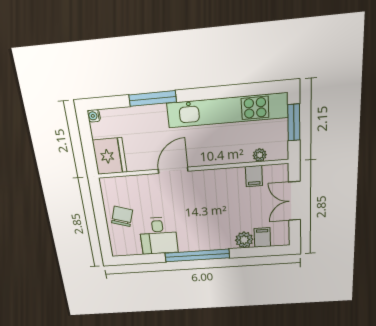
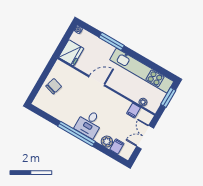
desk: (158, 236) -> (89, 124), moved

